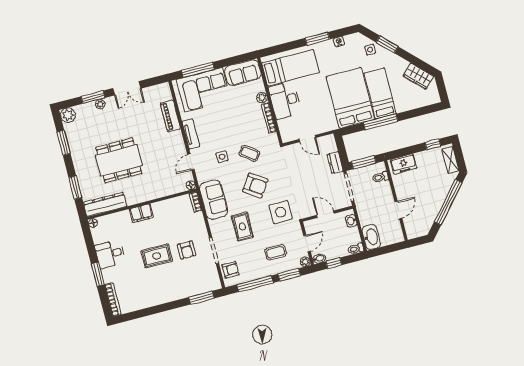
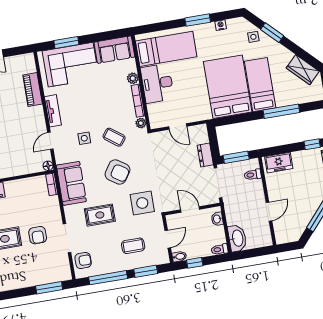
window: (198, 70) -> (66, 43), width x0.69
window: (381, 122) -> (281, 111), moved
rug: (242, 226) -> (100, 215), turned 90
plant: (305, 262) -> (141, 123), moved

